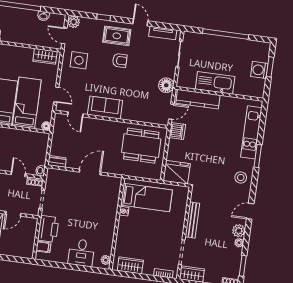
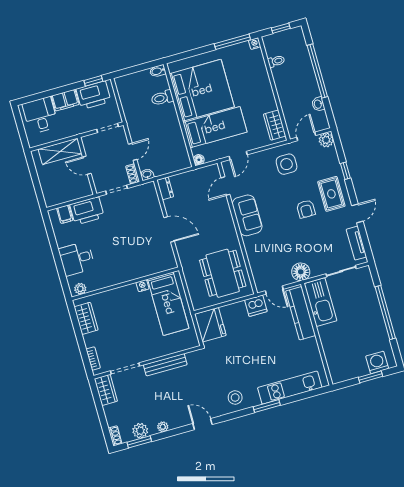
washing machine: (259, 70) -> (377, 362), moved
kitchen sink: (215, 83) -> (321, 302), moved
plant: (239, 231) -> (140, 431), moved

